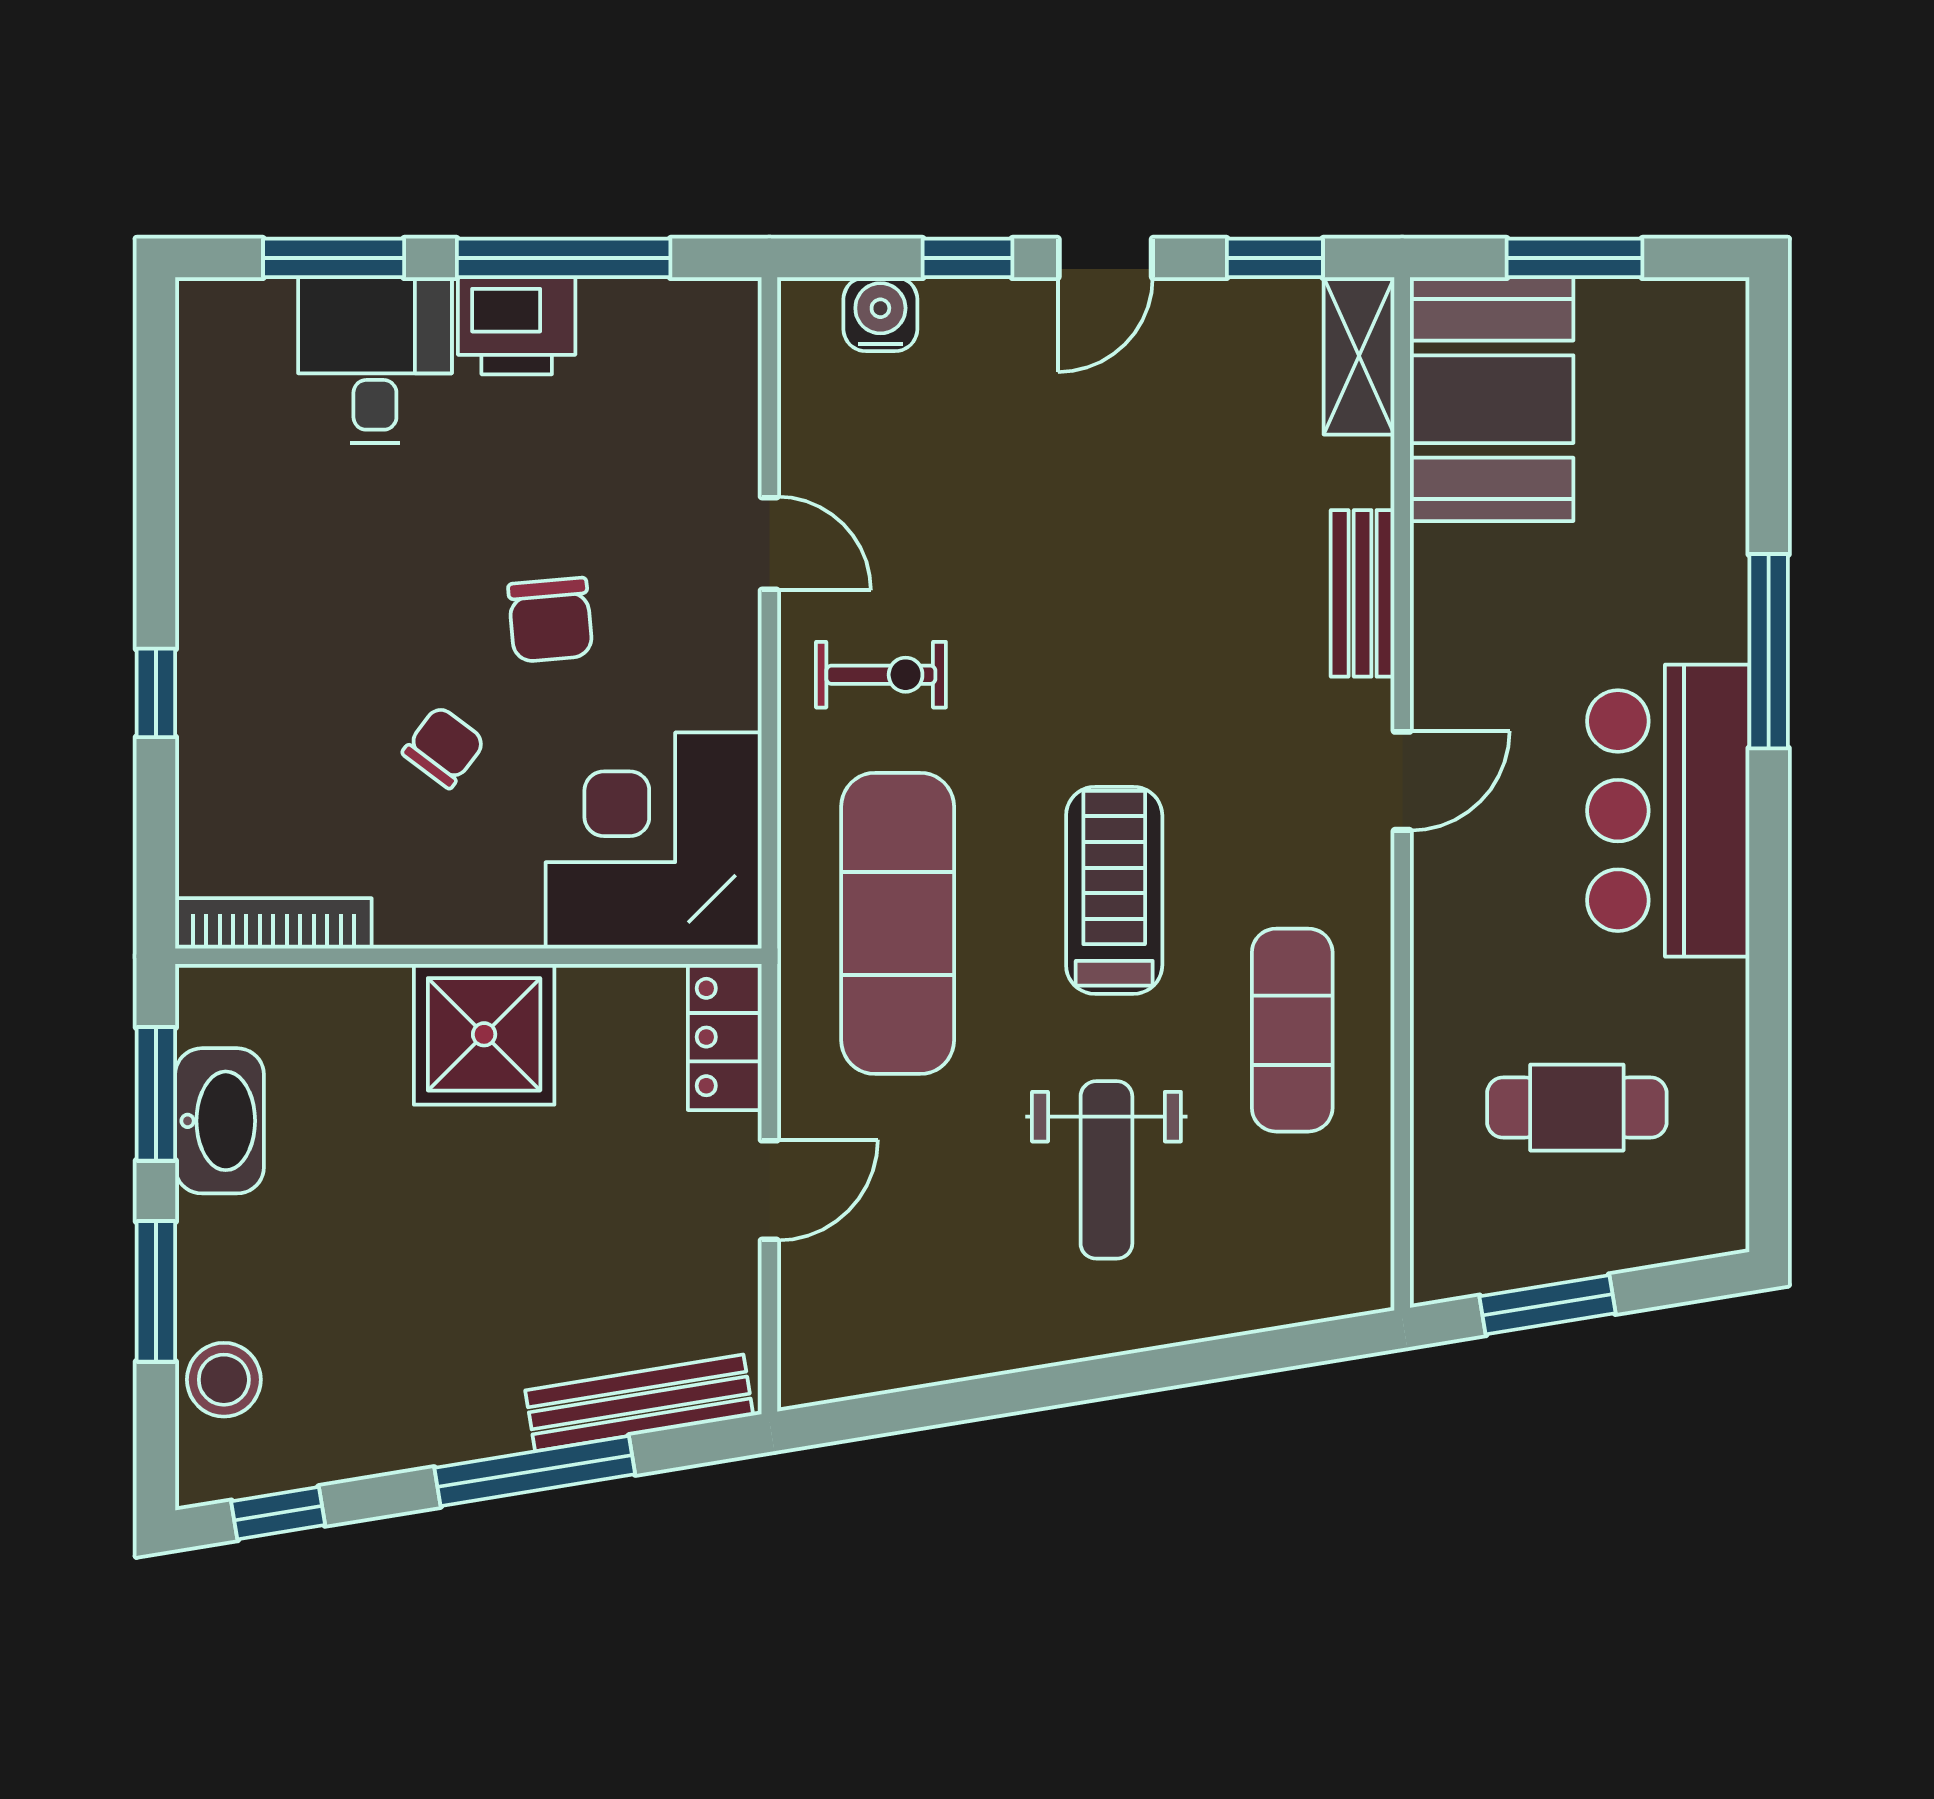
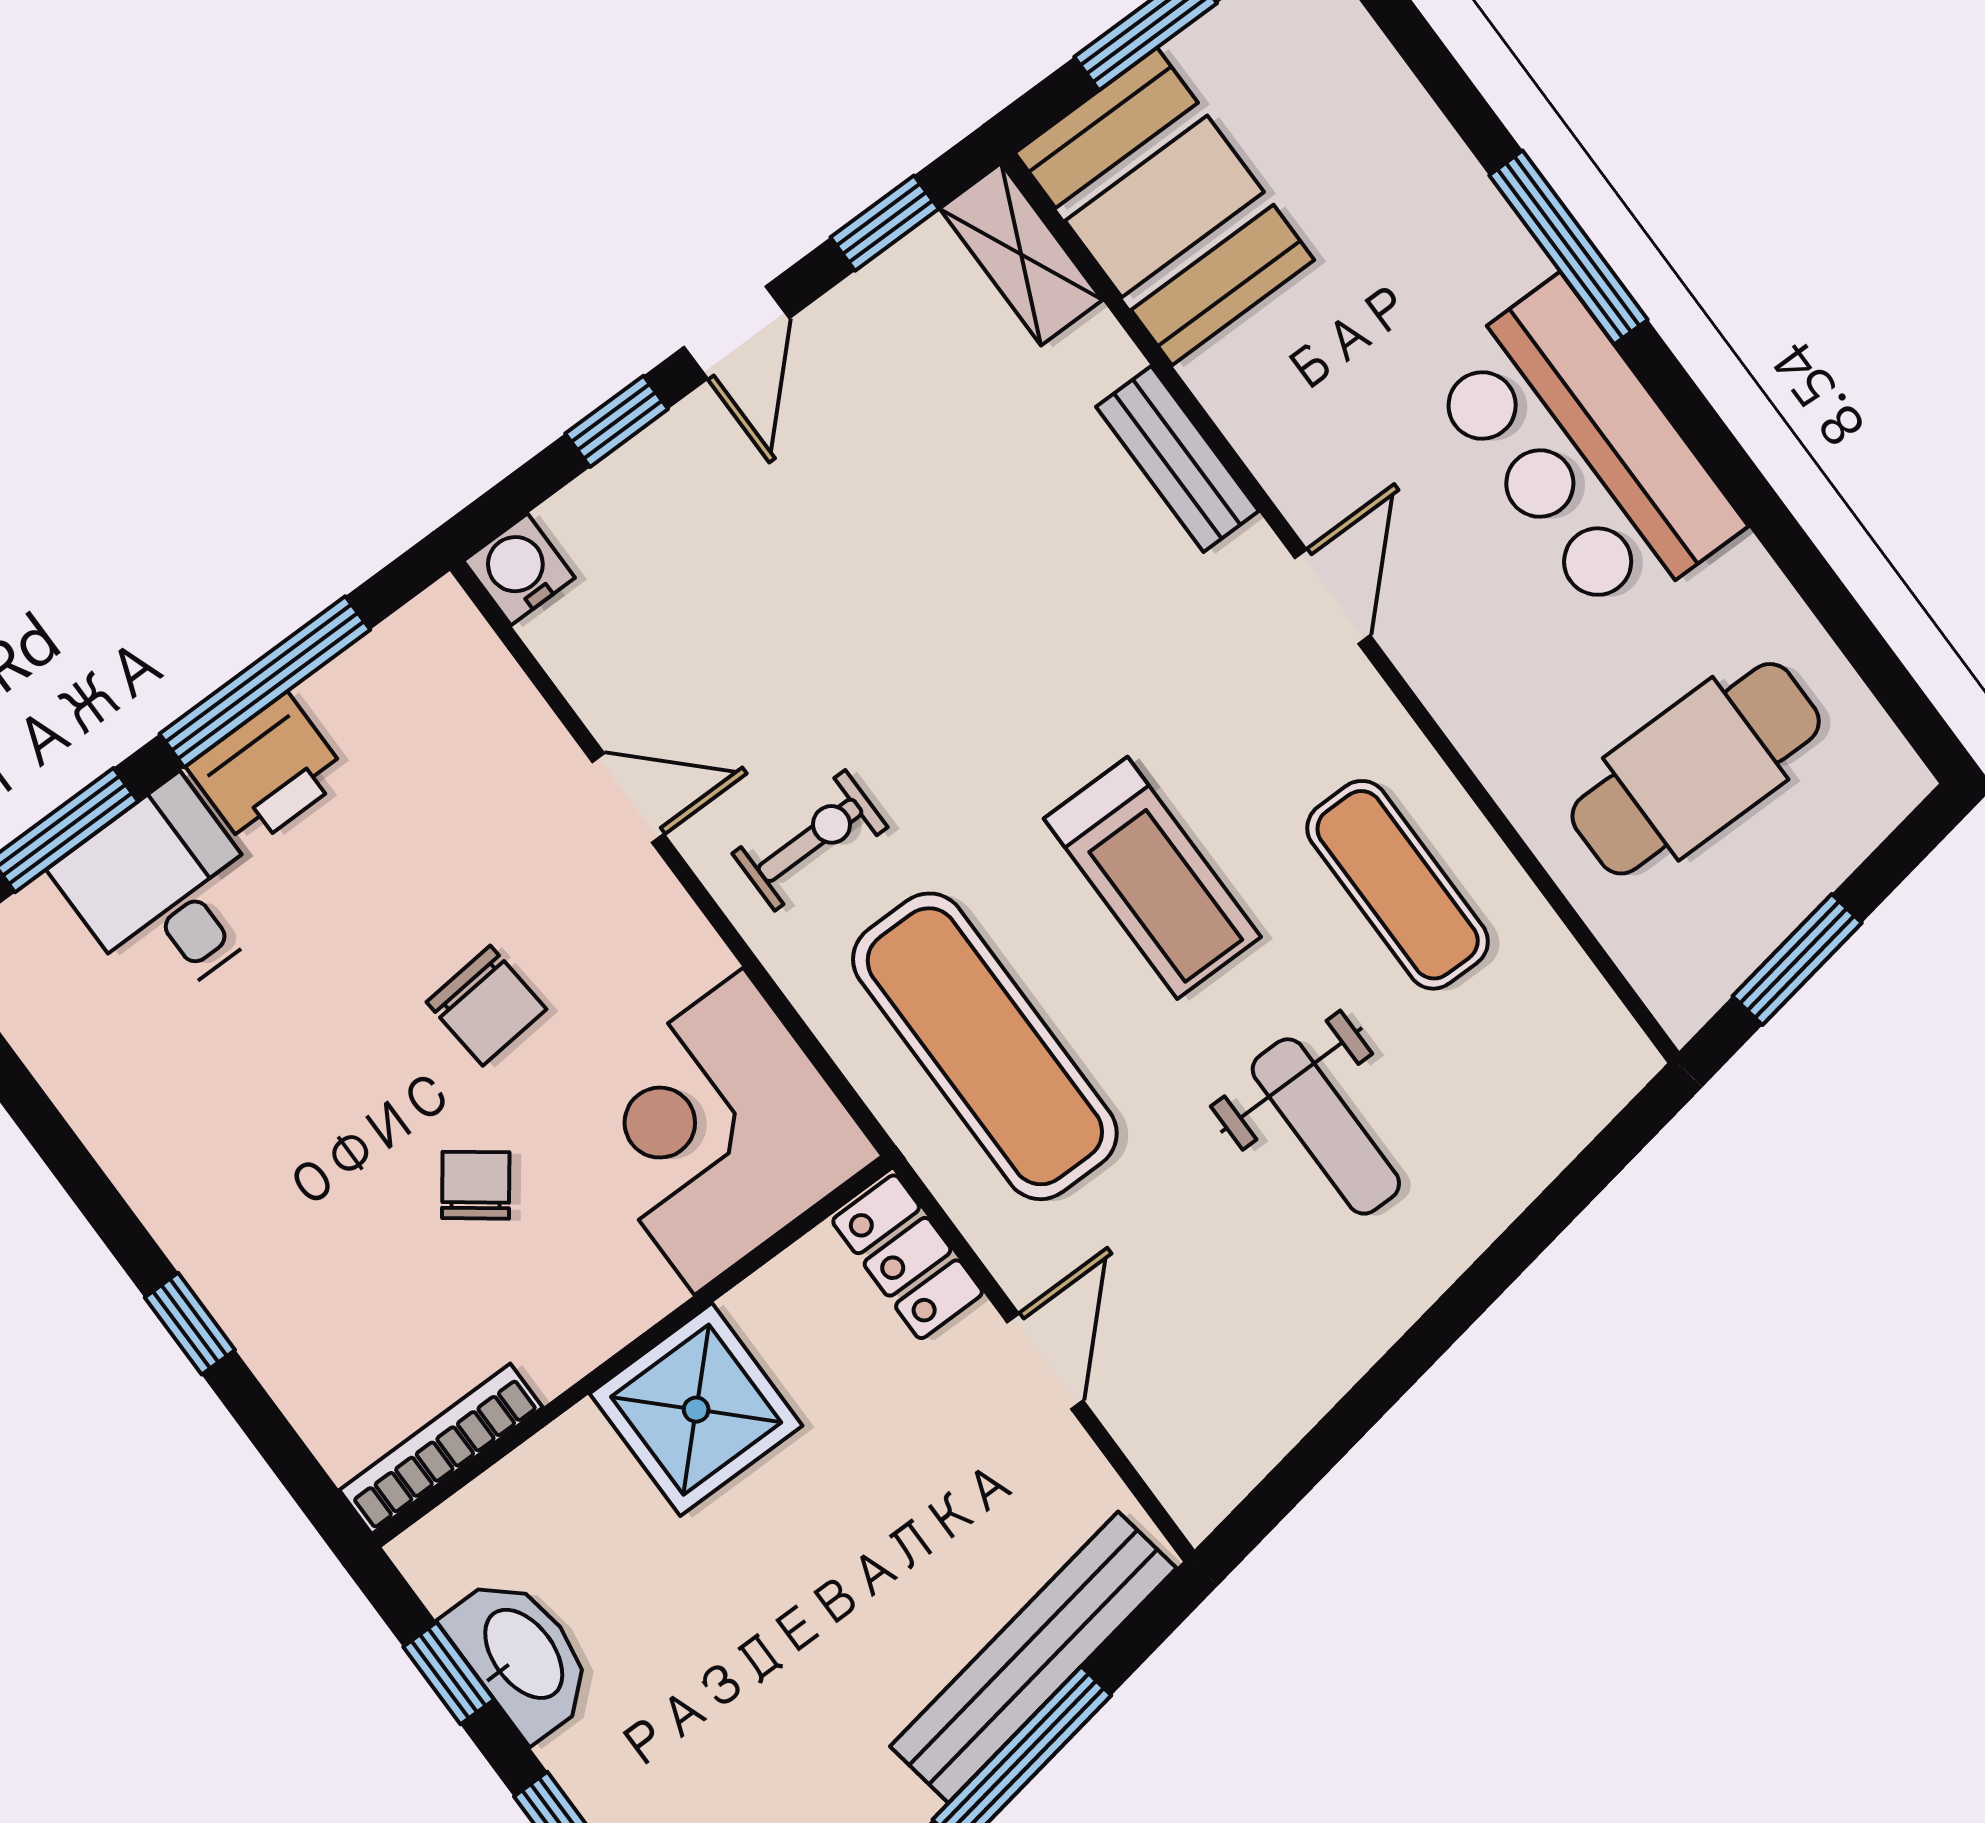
water cooler: (880, 314) -> (519, 569), moved
treadmill: (1114, 890) -> (1152, 878), turned 180
window: (156, 1094) -> (449, 1673), width x0.67
cafe table: (1577, 1108) -> (1696, 769), width x1.37, depth x1.35
bench: (639, 1403) -> (1033, 1657), width x1.37, depth x1.21

